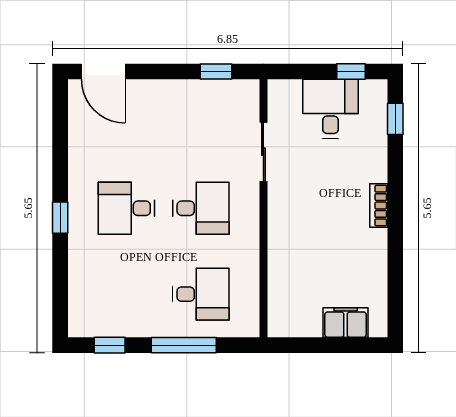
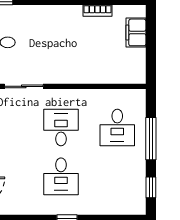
bookcase: (379, 206) -> (97, 11), moved
desk: (201, 294) -> (117, 128), turned 180

